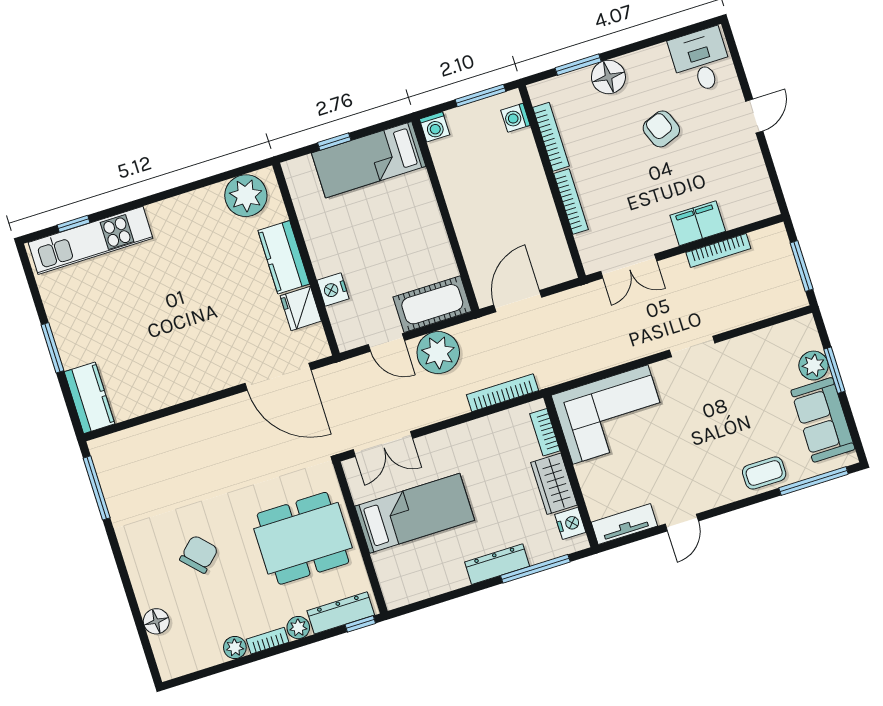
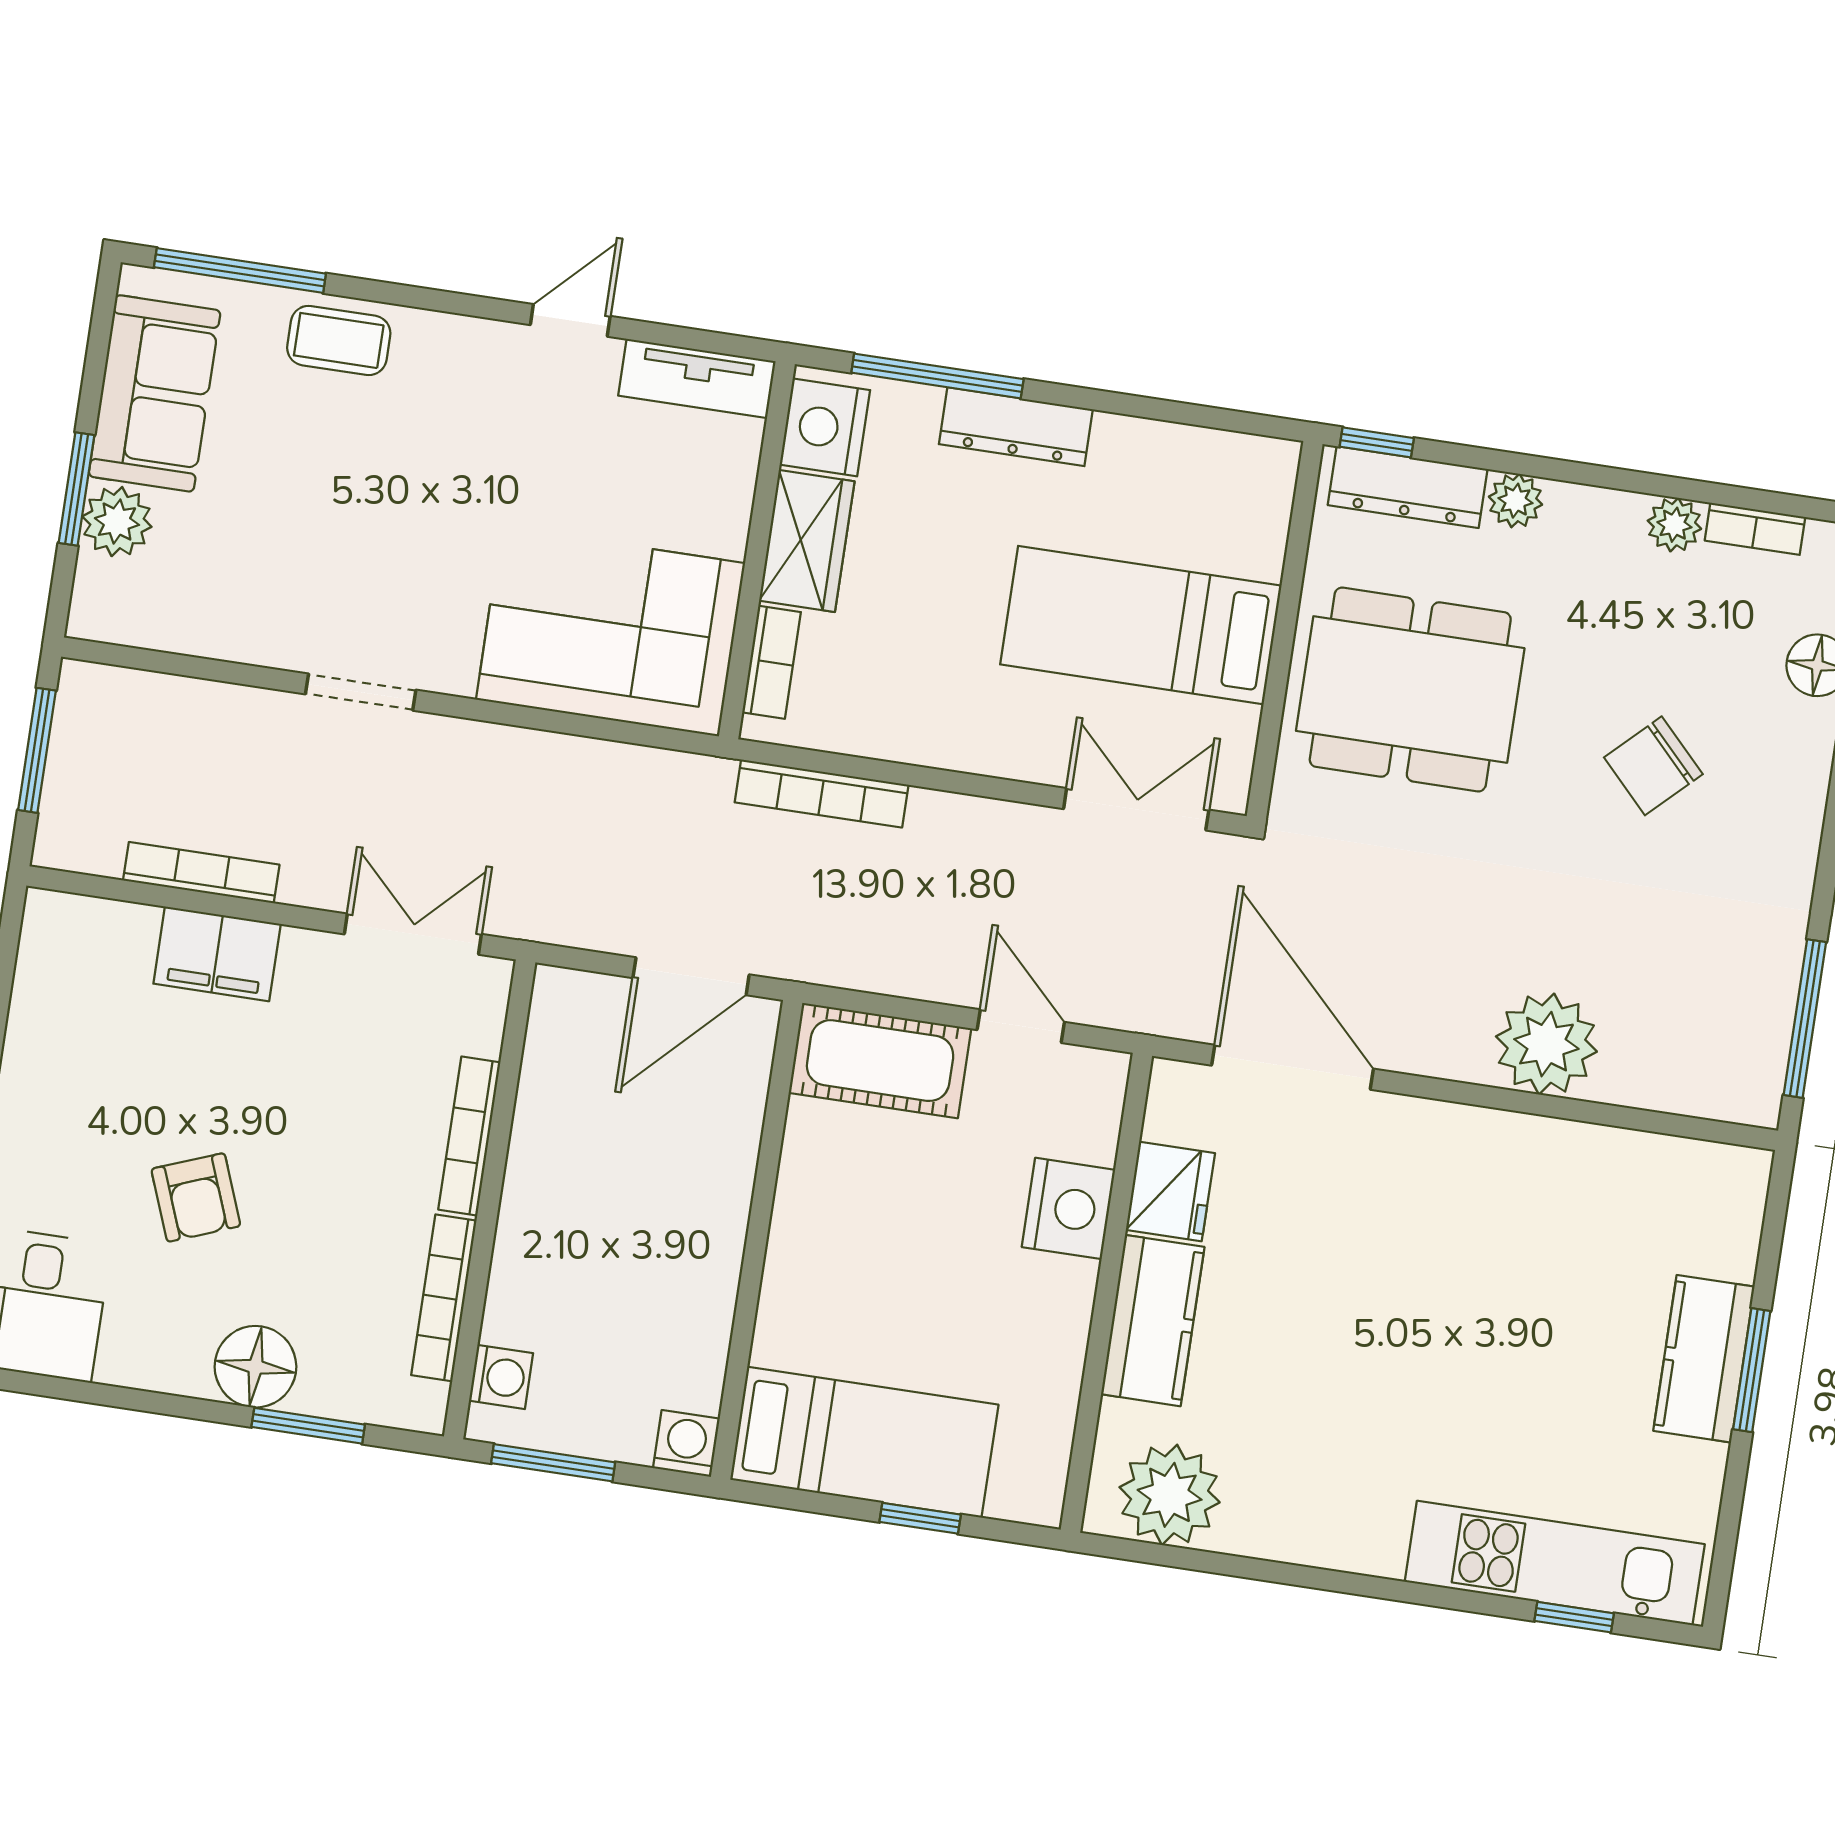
nightstand: (333, 289) -> (1068, 1208), width x1.36, depth x1.33
plant: (438, 353) -> (1546, 1044), moved
kitchen counter: (89, 398) -> (1704, 1359), moved
nightstand: (570, 523) -> (825, 427), width x1.36, depth x1.33
bookcase: (268, 641) -> (1755, 529), moved

